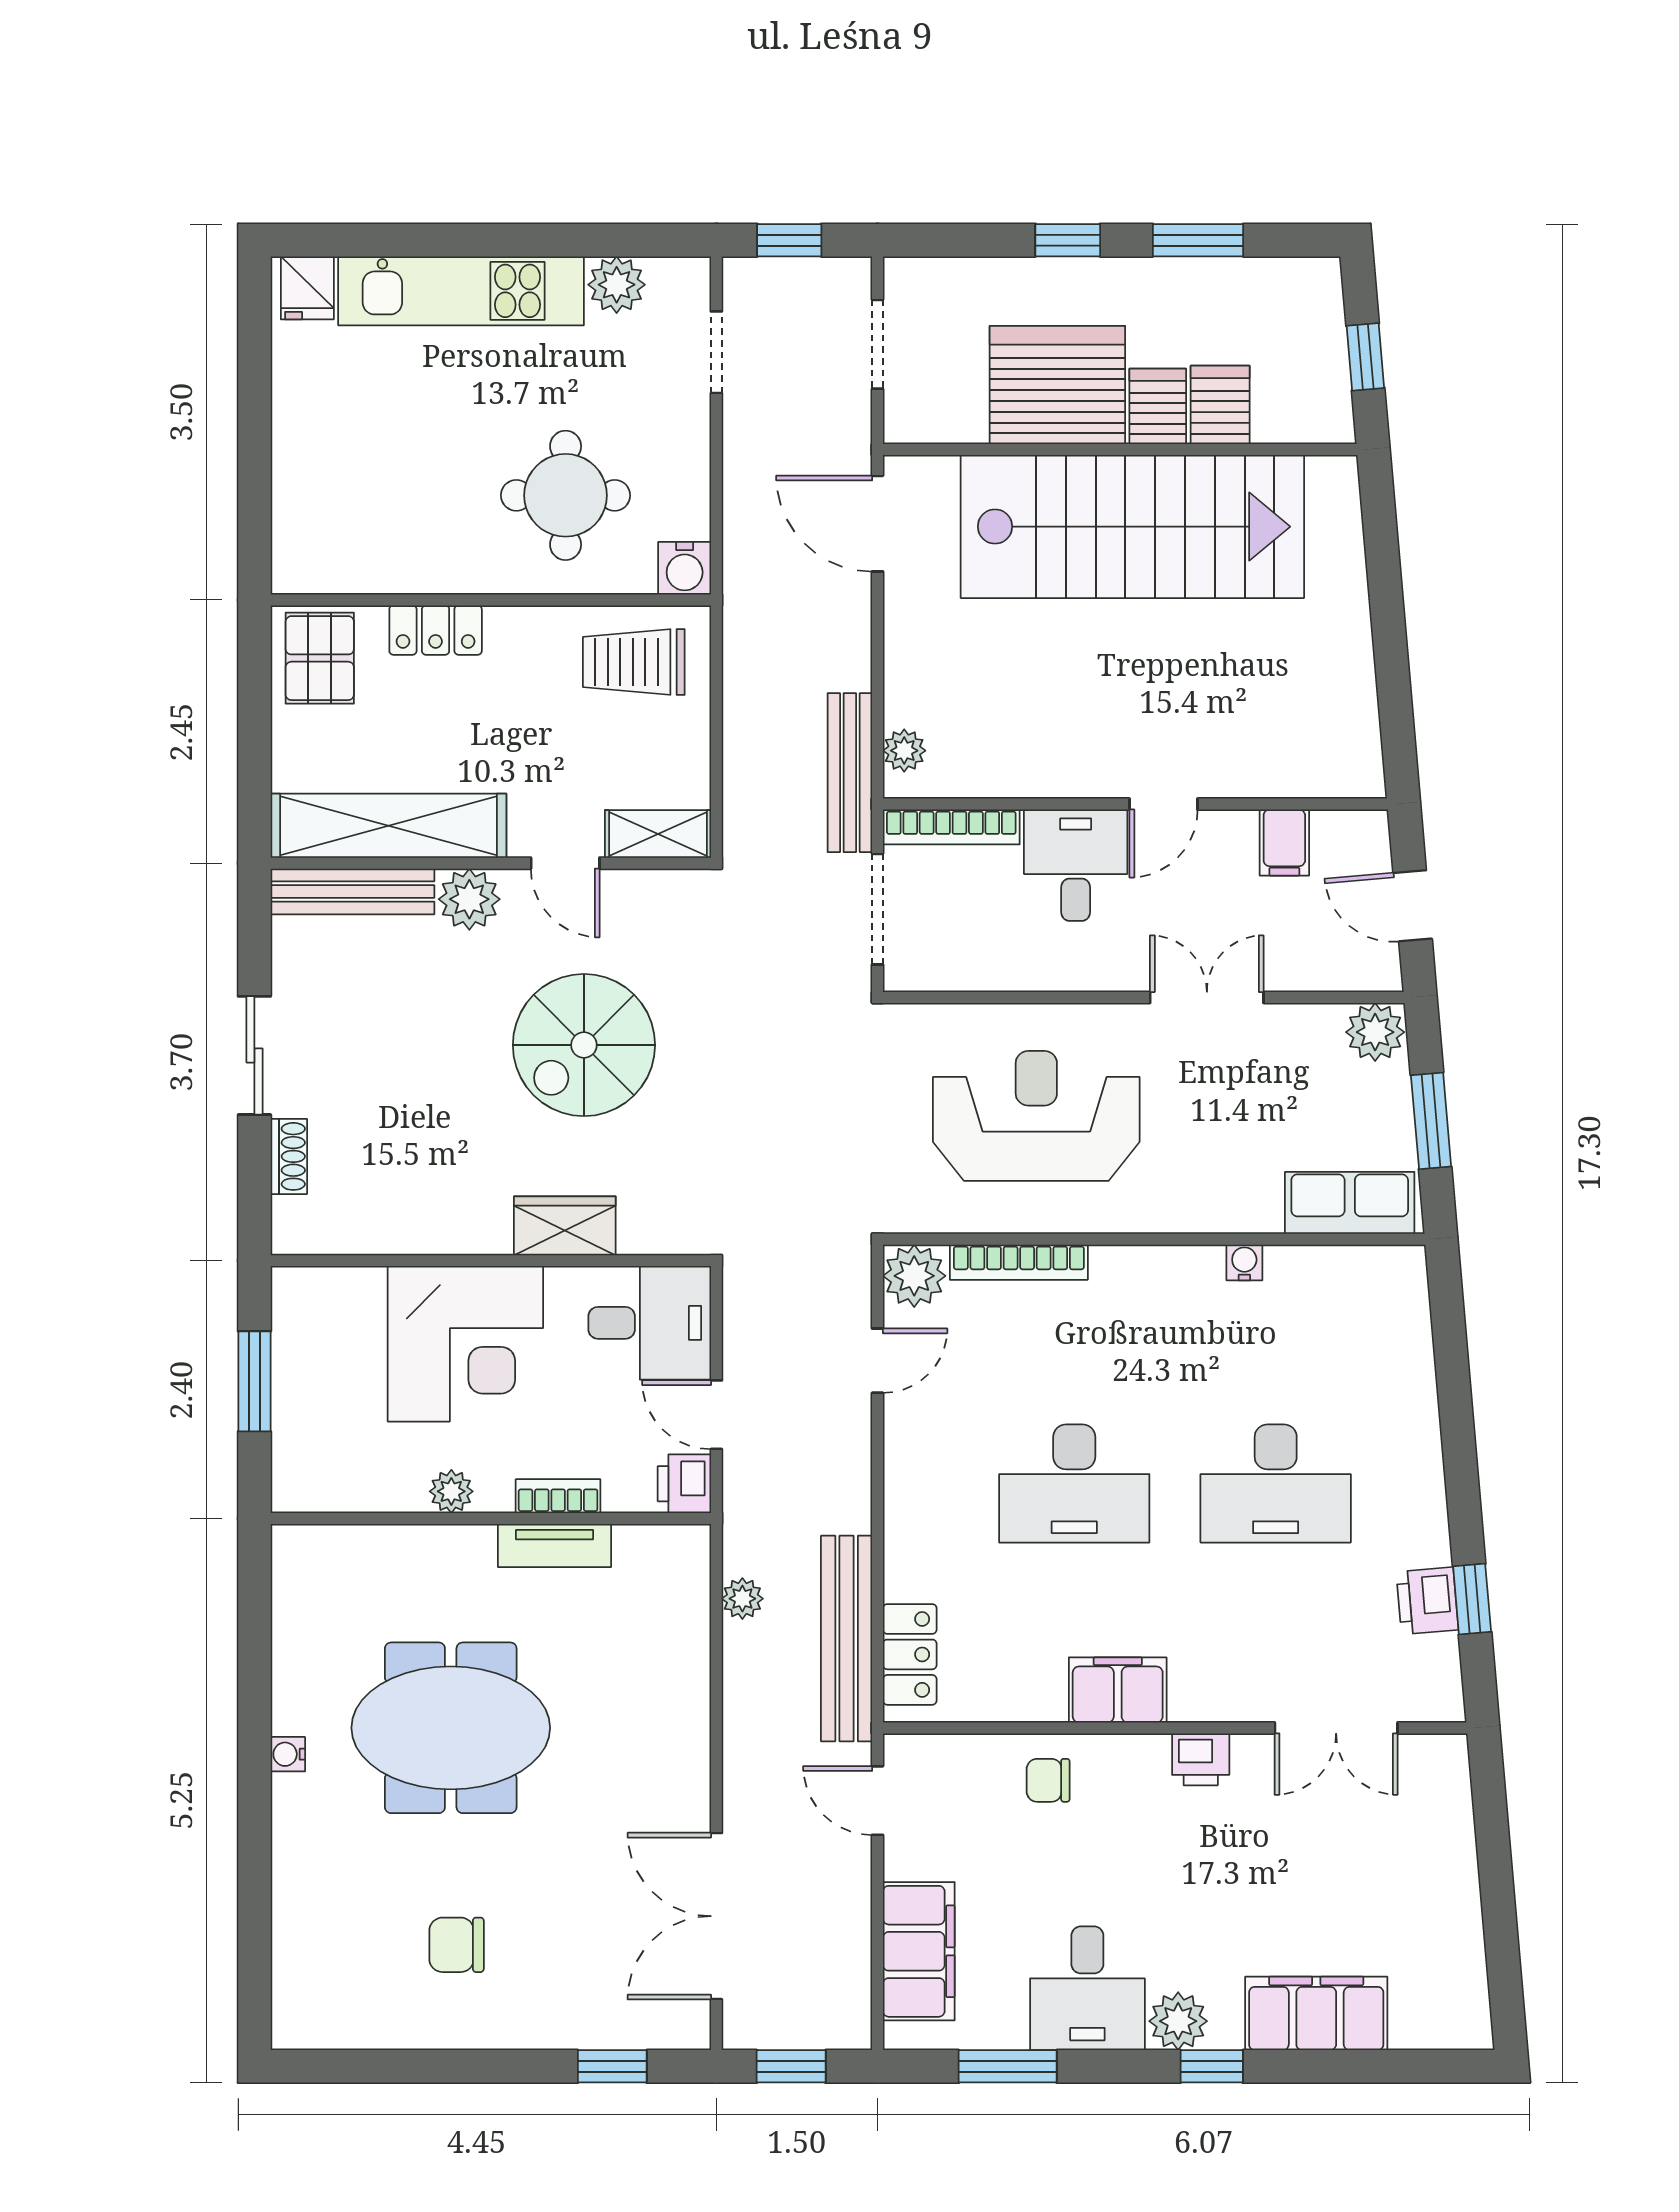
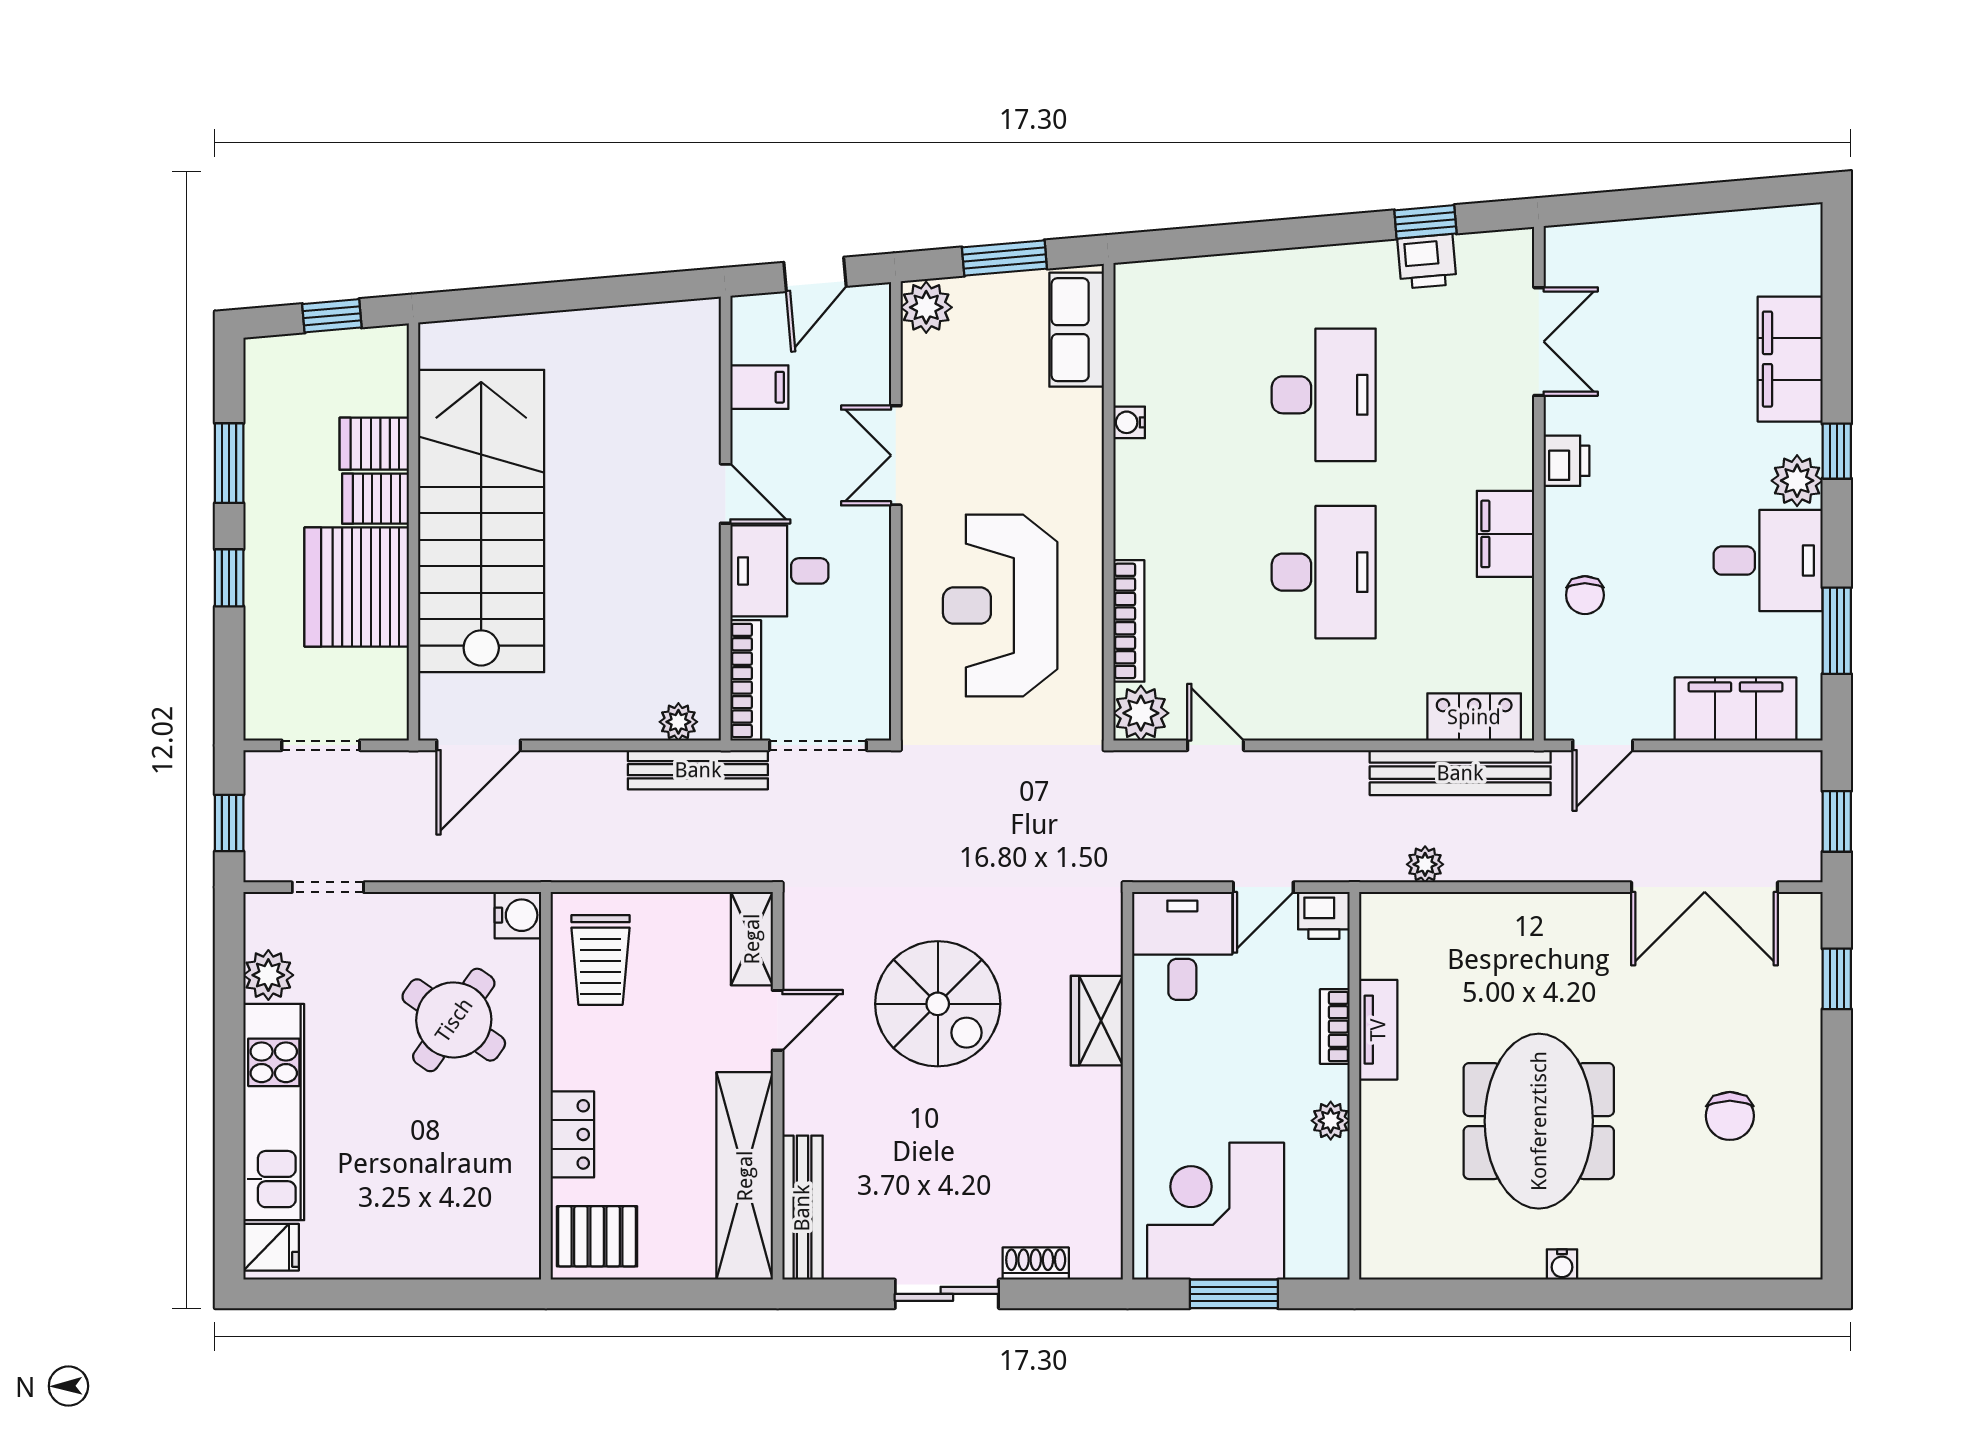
round table: (566, 495) -> (454, 1020), turned 35
plant: (469, 899) -> (809, 1105), removed
corner desk: (465, 1344) -> (1216, 1211), moved, turned -90

